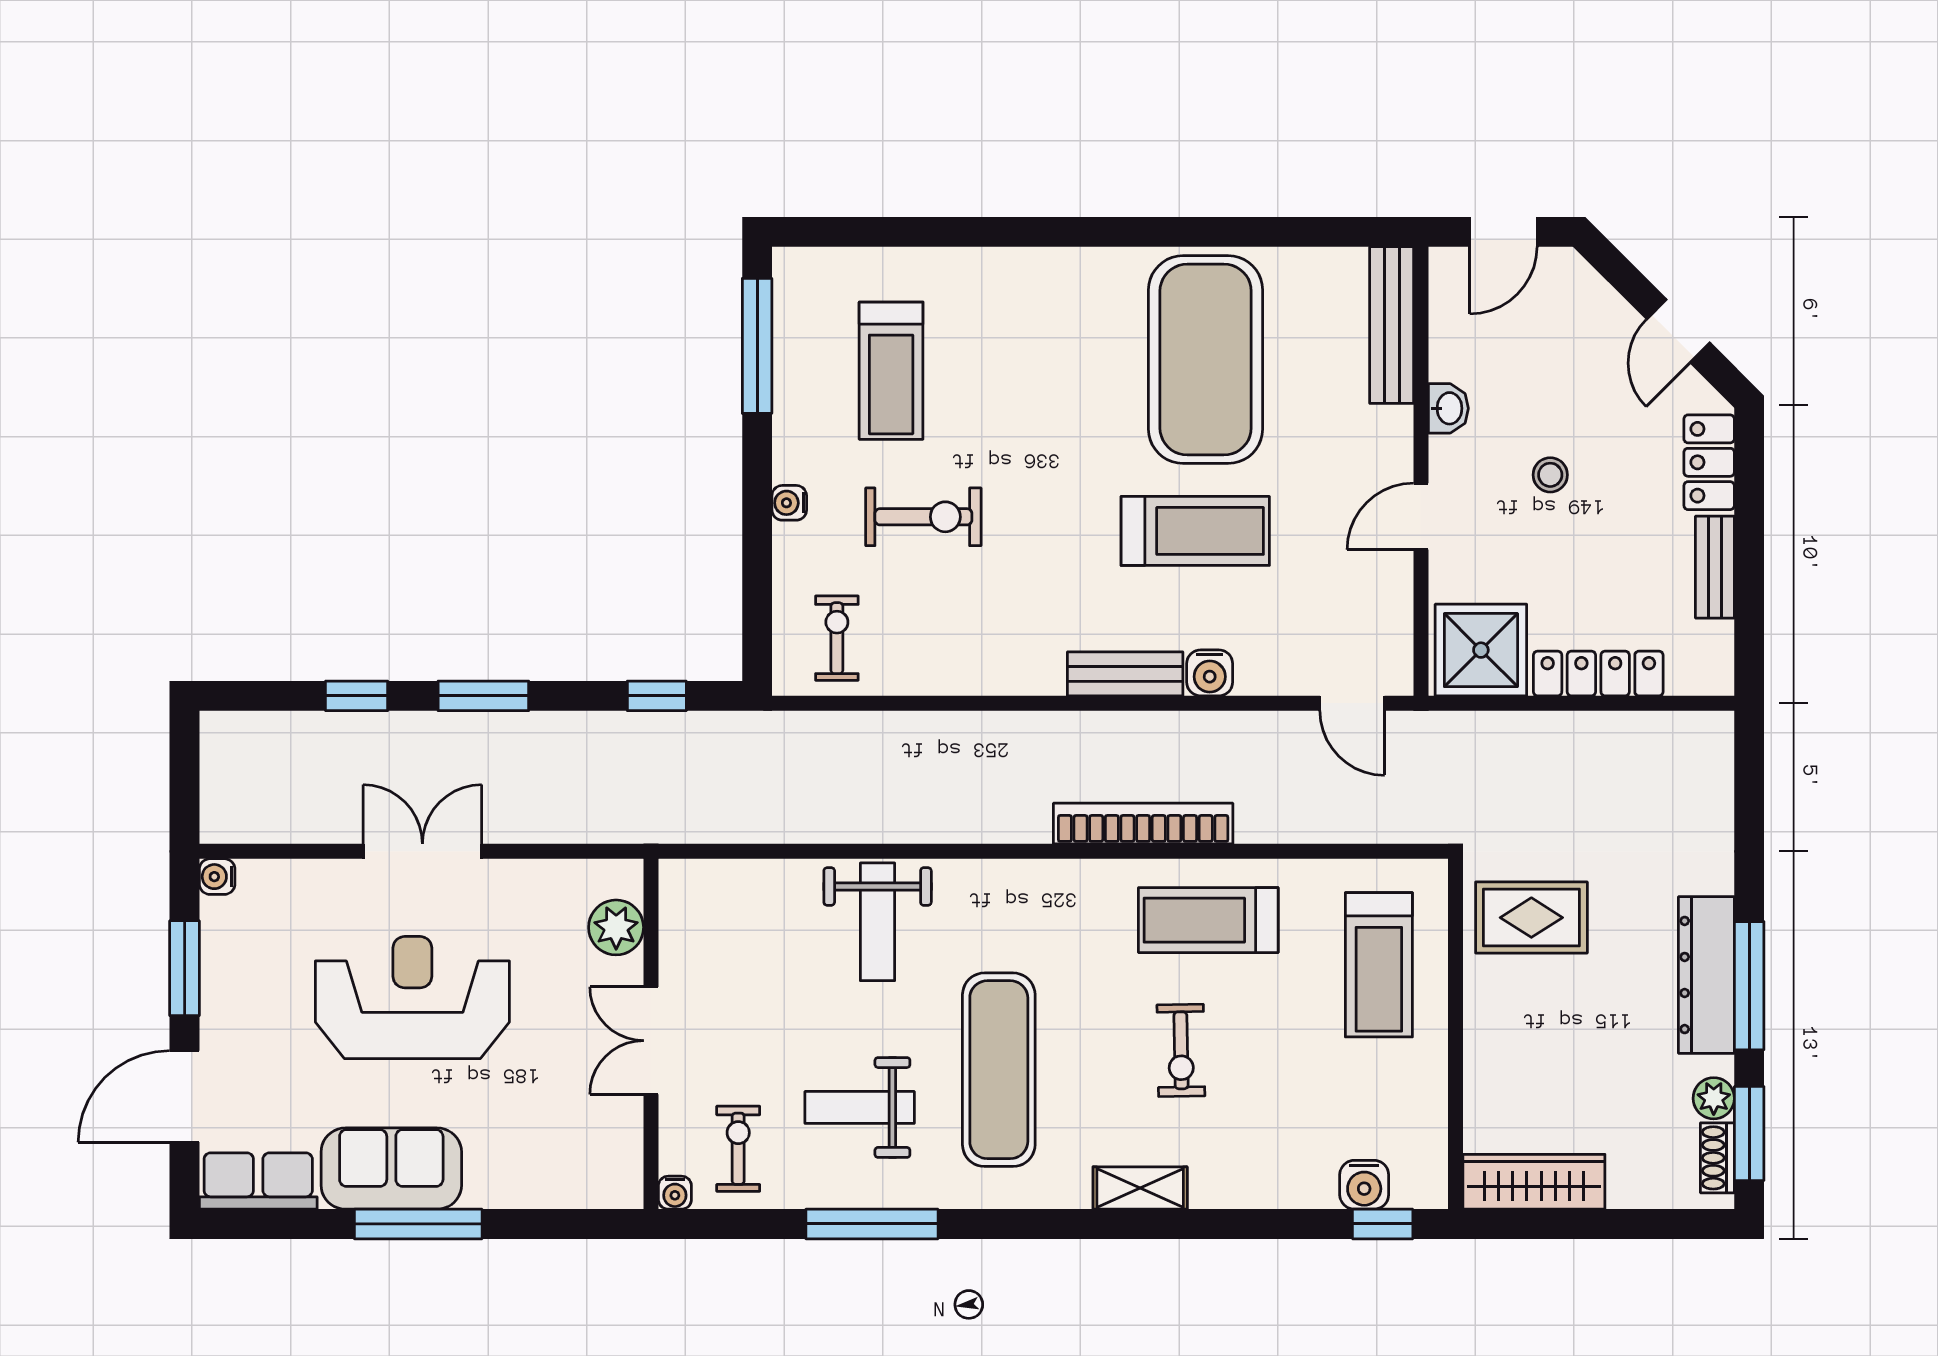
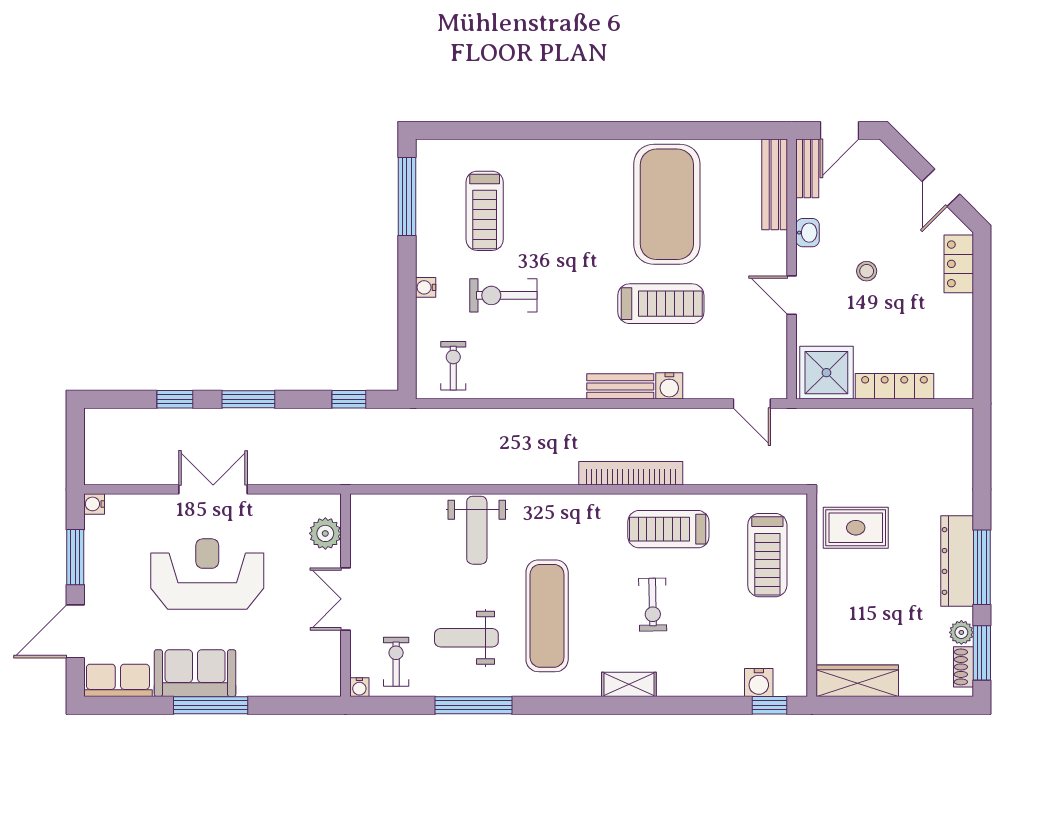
door: (1421, 516) -> (792, 295), hinge flipped
exercise bike: (923, 517) -> (503, 295), turned 180
bench: (1715, 567) -> (807, 168), moved

